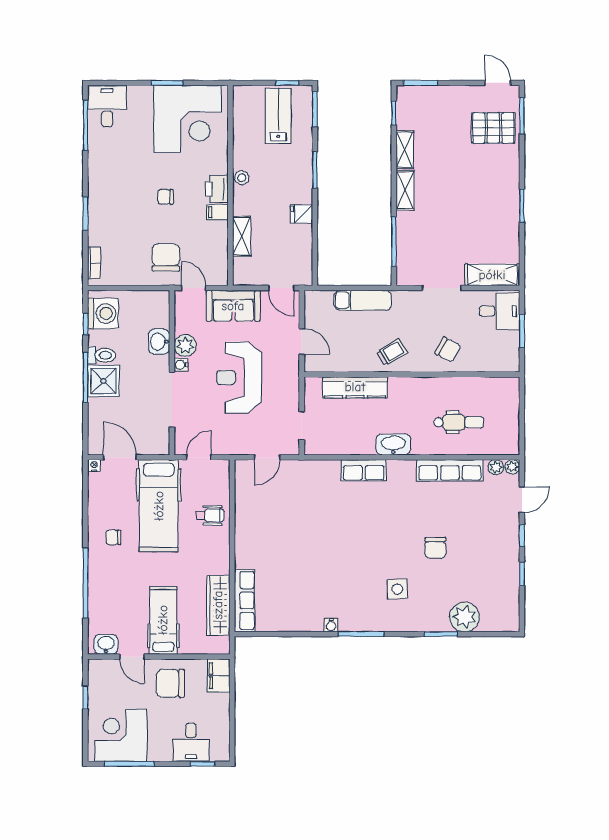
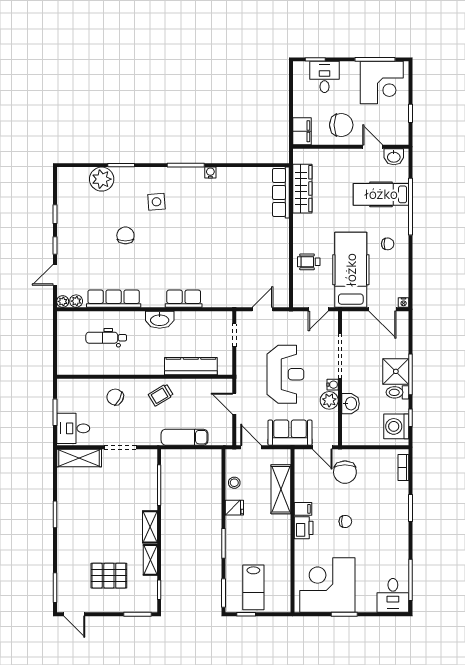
pallet: (493, 128) -> (109, 576), moved
stool: (242, 178) -> (234, 483), moved
shelving: (242, 236) -> (281, 489), width x1.50, depth x1.33
hospital bed: (163, 620) -> (381, 194), moved, turned 90

